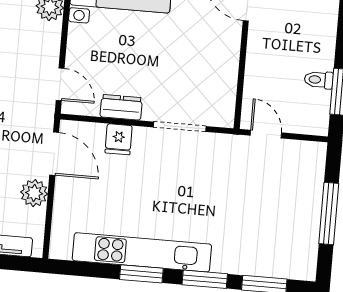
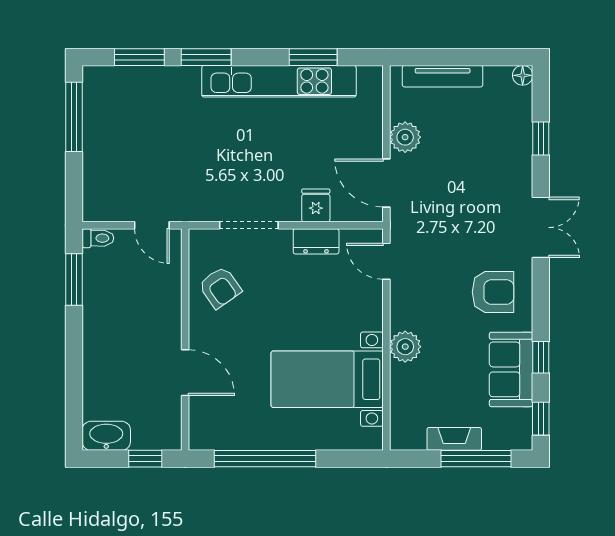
armchair: (210, 74) -> (220, 287), added
toilet: (319, 80) -> (98, 238), moved
window: (329, 213) -> (74, 117), moved
window: (141, 274) -> (313, 57), moved

